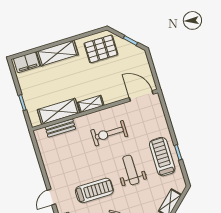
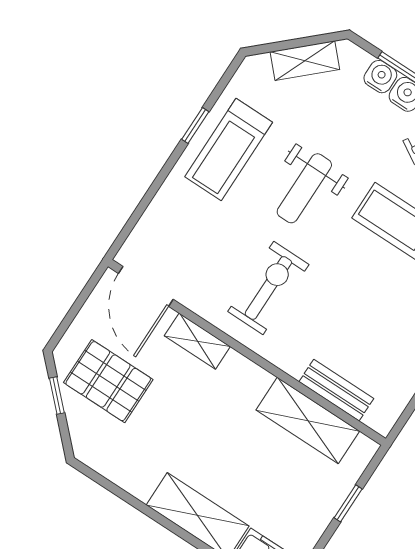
pallet: (101, 49) -> (108, 381), moved
shelving: (91, 104) -> (197, 341), moved
exercise bike: (109, 133) -> (268, 288), turned -90

